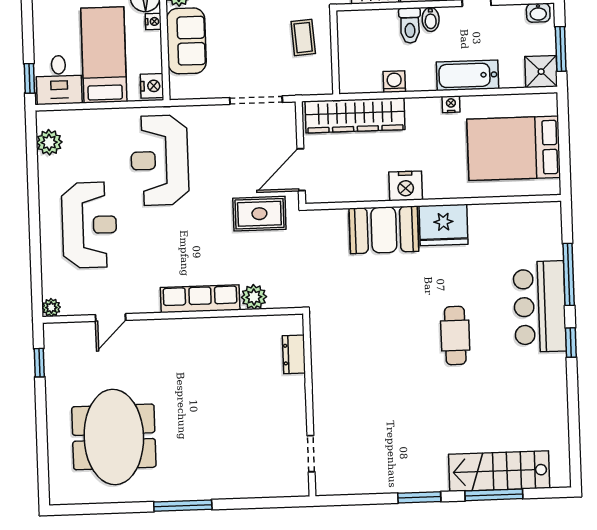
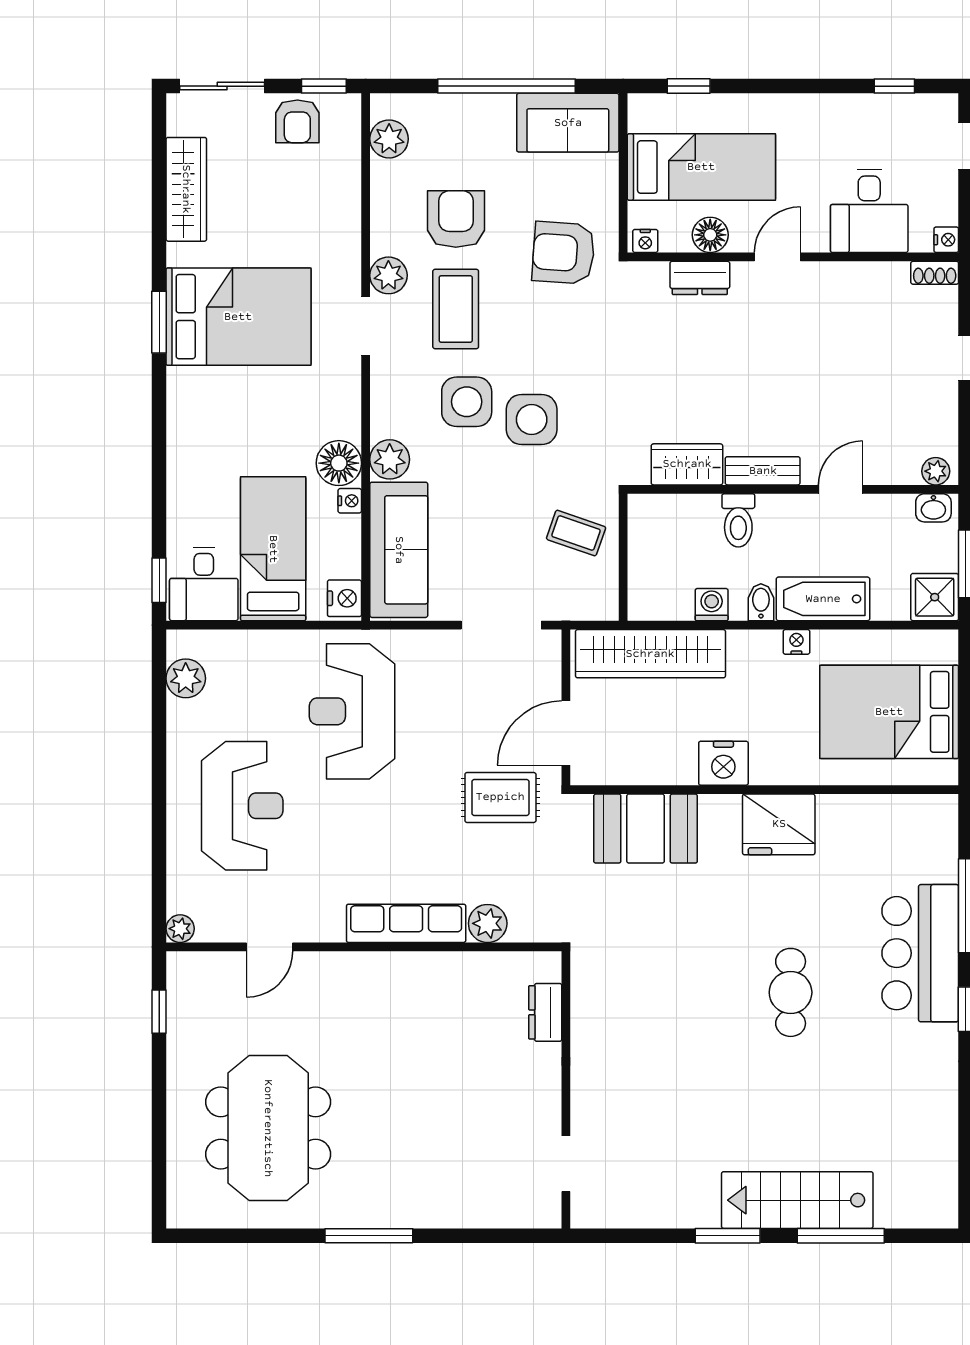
bidet: (431, 19) -> (761, 602), moved, turned 180
coffee table: (303, 38) -> (576, 533), turned -67
sofa: (186, 41) -> (399, 550), width x1.36
booth: (384, 230) -> (646, 829), moved
stairs: (499, 471) -> (797, 1200), moved

